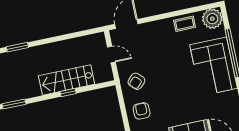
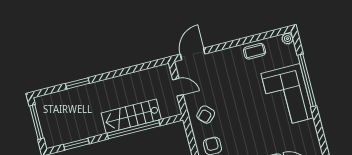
plant: (212, 19) -> (287, 39), width x0.53, depth x0.53
window: (68, 93) -> (134, 129), width x3.17

